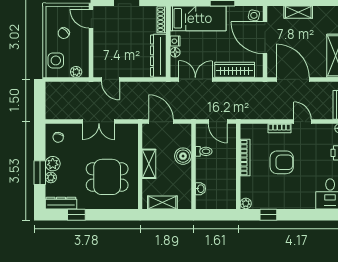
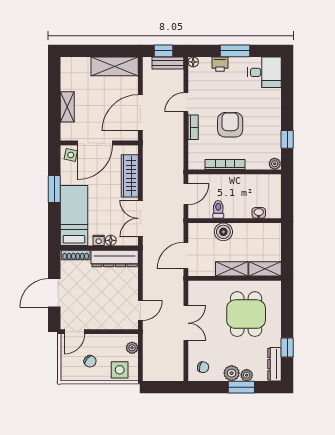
shelving: (162, 203) -> (265, 269), moved, turned 90

